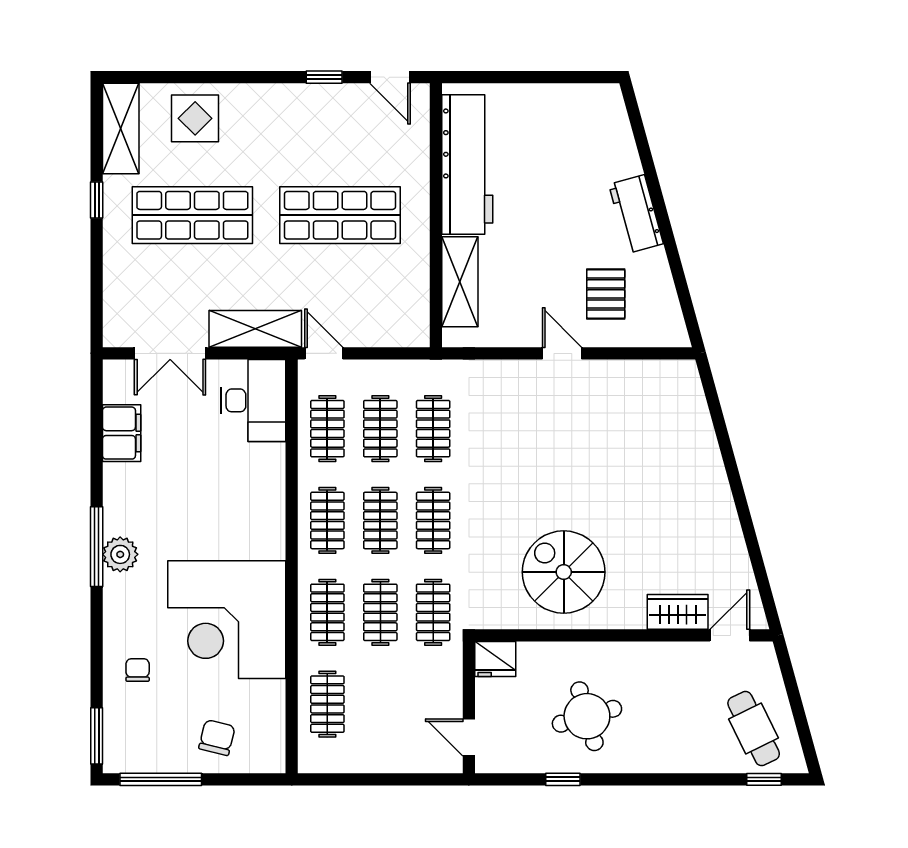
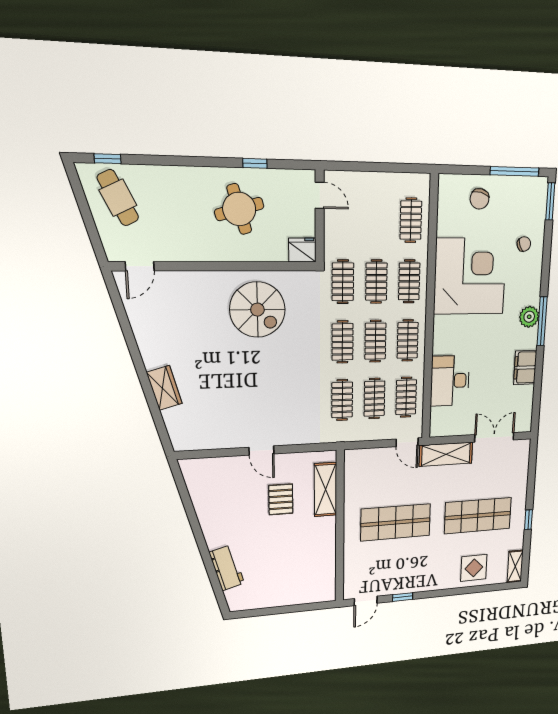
door: (390, 77) -> (366, 601), swing flipped
shelving: (121, 129) -> (515, 566), width x0.67, depth x0.75
workbench: (467, 164) -> (321, 557), removed
workbench: (636, 214) -> (227, 568), moved
pallet: (606, 294) -> (281, 499), moved
desk: (253, 400) -> (450, 381), moved
filing cabinet: (122, 433) -> (525, 368), moved
wardrobe: (678, 612) -> (164, 388), moved, turned -105
chair: (138, 670) -> (524, 244), turned -114

